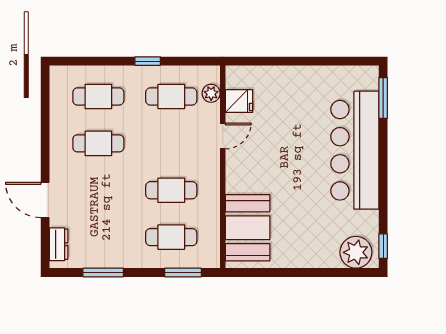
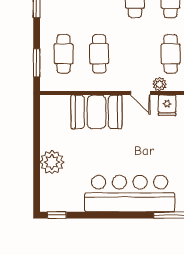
plant: (211, 93) -> (159, 84), moved
booth: (248, 228) -> (96, 112), moved
plant: (356, 252) -> (52, 162), moved

